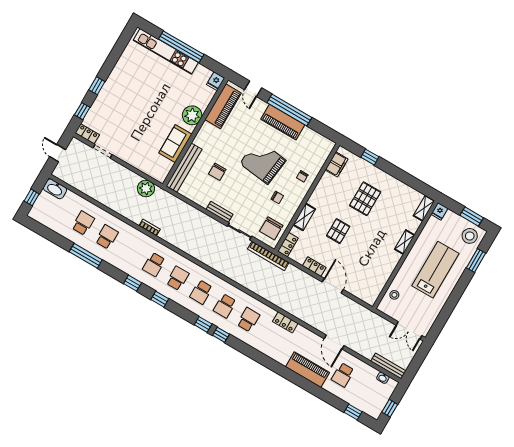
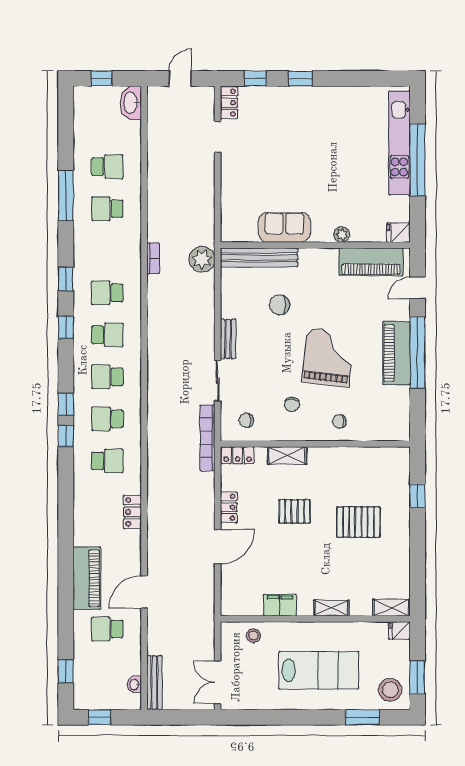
plant: (192, 115) -> (342, 234), width x0.53, depth x0.53
filing cabinet: (337, 164) -> (280, 605), moved, turned 180
plant: (146, 188) -> (202, 259), moved
chair: (271, 228) -> (246, 420), width x0.54, depth x0.54
school desk: (107, 237) -> (107, 209), turned 180

